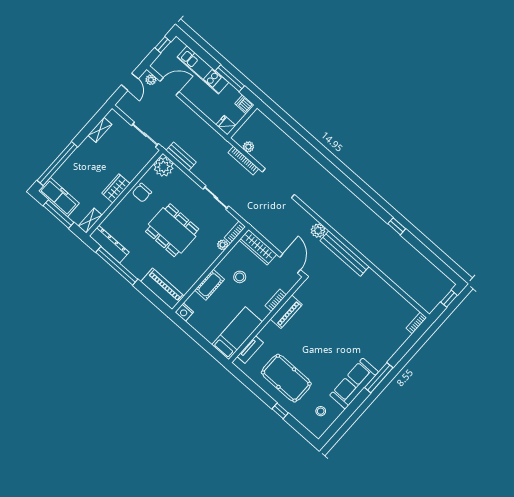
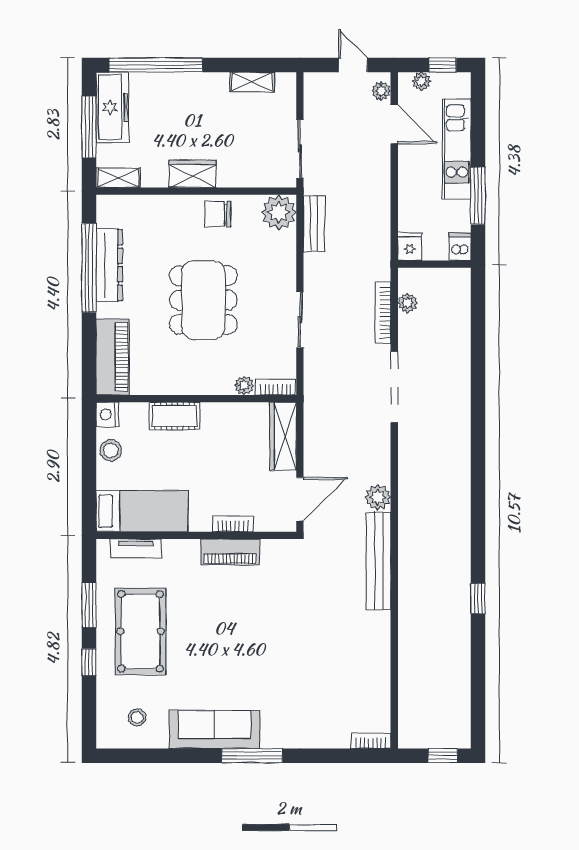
plant: (162, 59) -> (421, 81), added
door: (130, 82) -> (353, 65), swing flipped
dresser: (109, 244) -> (109, 265), moved
stool: (240, 277) -> (111, 450), moved
window: (256, 390) -> (89, 605), added

